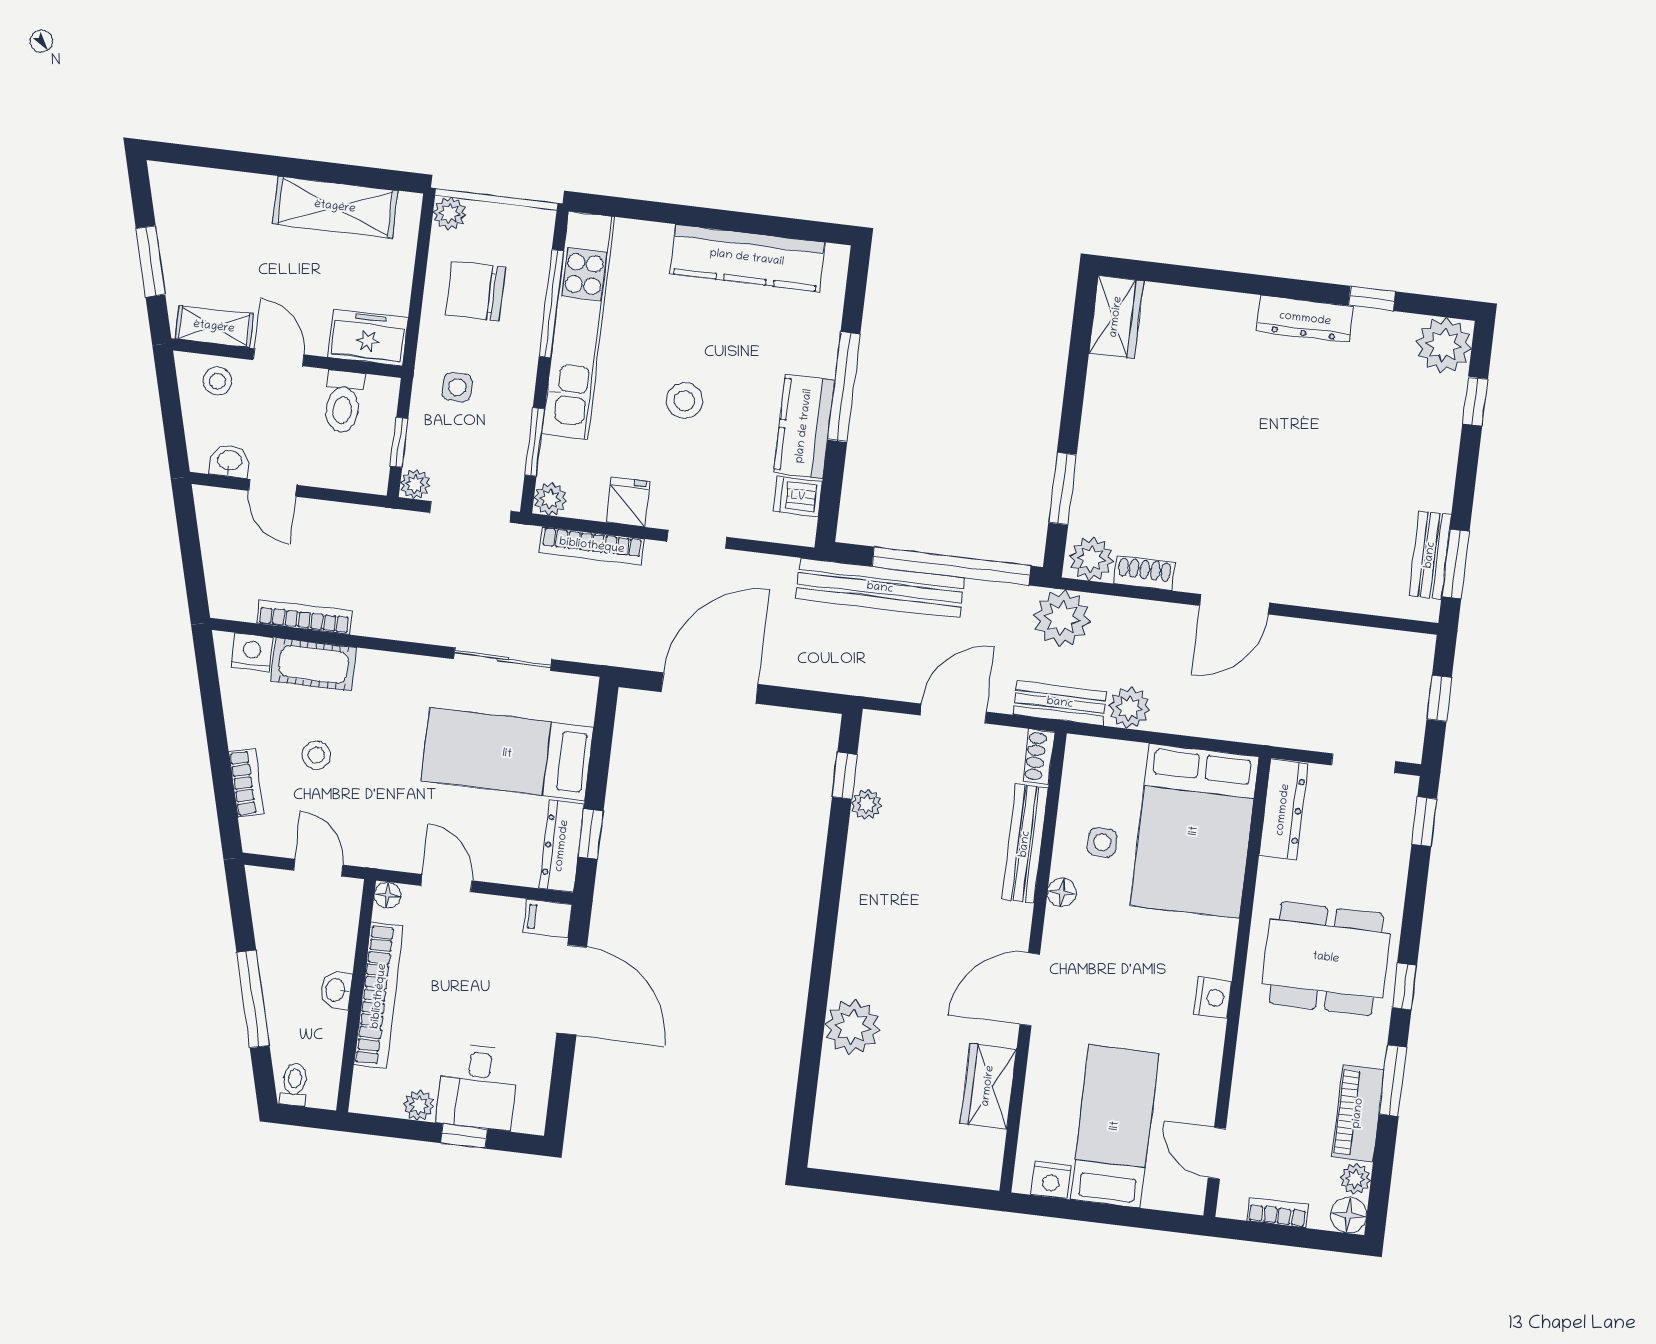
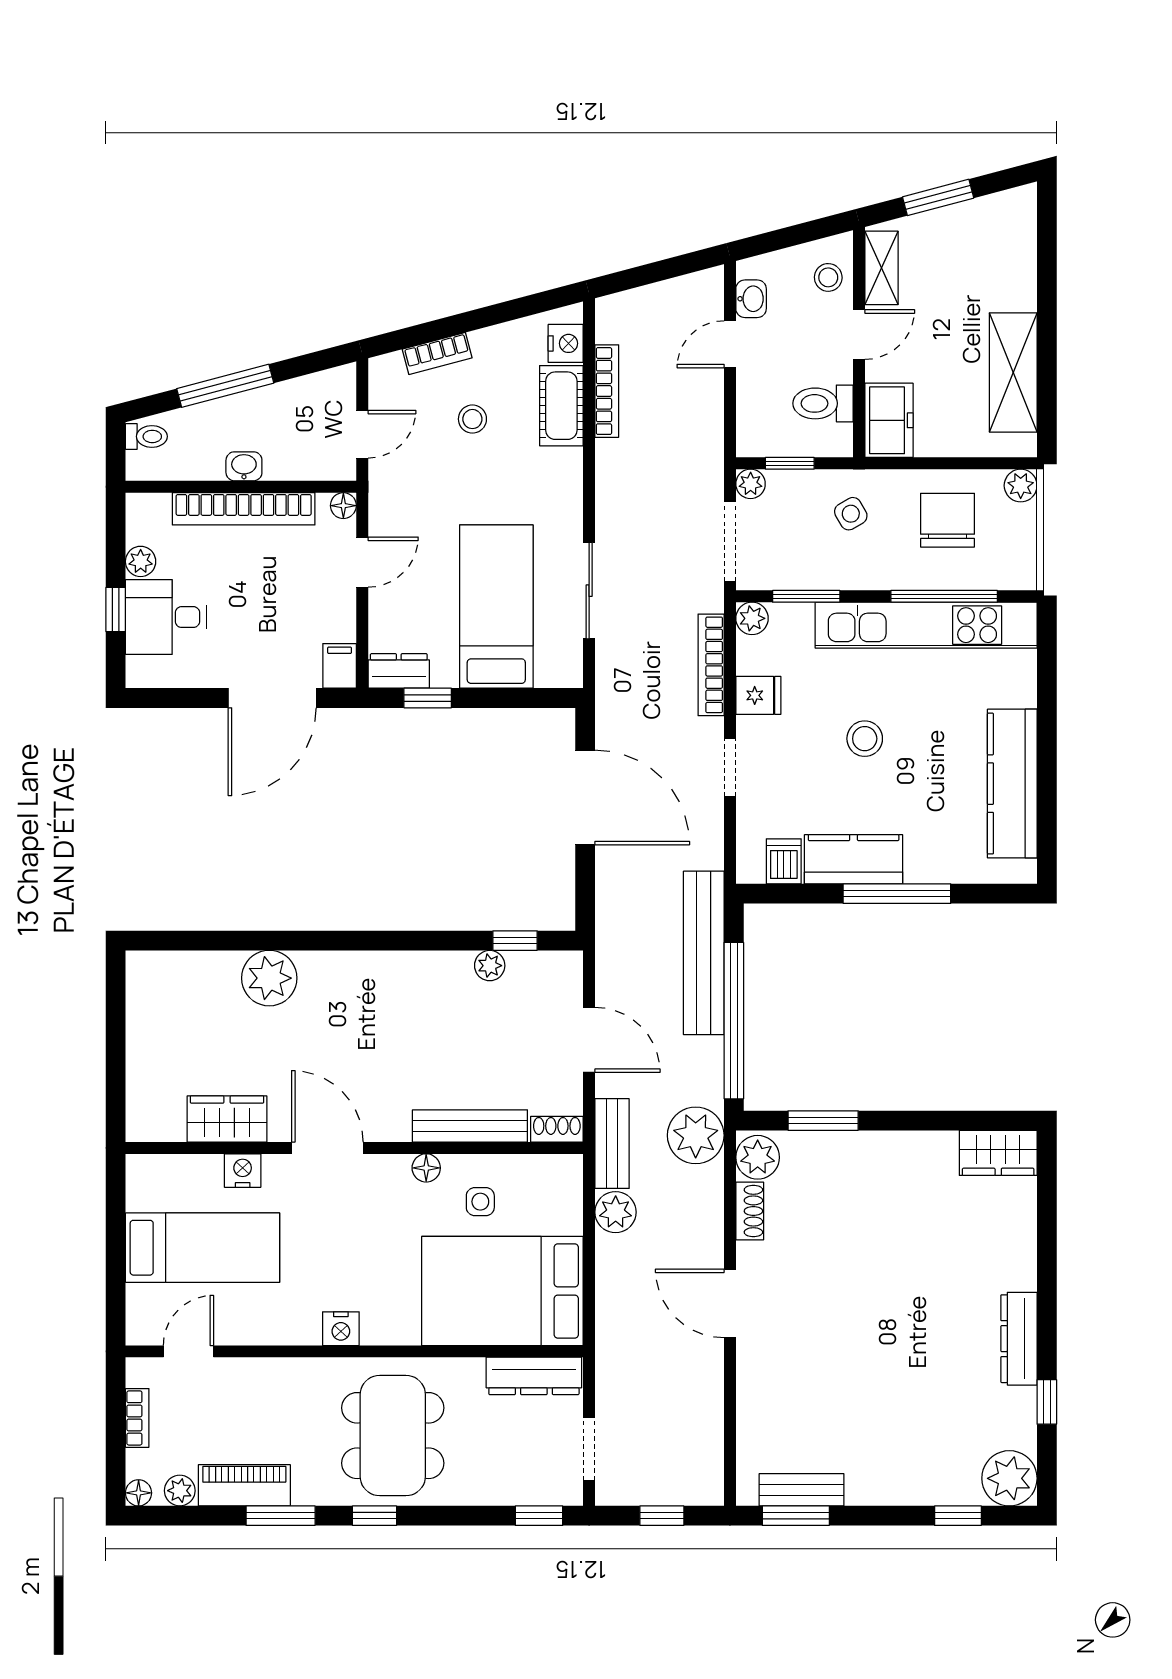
side table: (457, 387) -> (851, 514), turned -30
dresser: (562, 846) -> (399, 671), width x0.70
nightstand: (1051, 1180) -> (243, 1171), moved, turned 90
floor lamp: (1348, 1215) -> (139, 1493), width x0.73, depth x0.73

